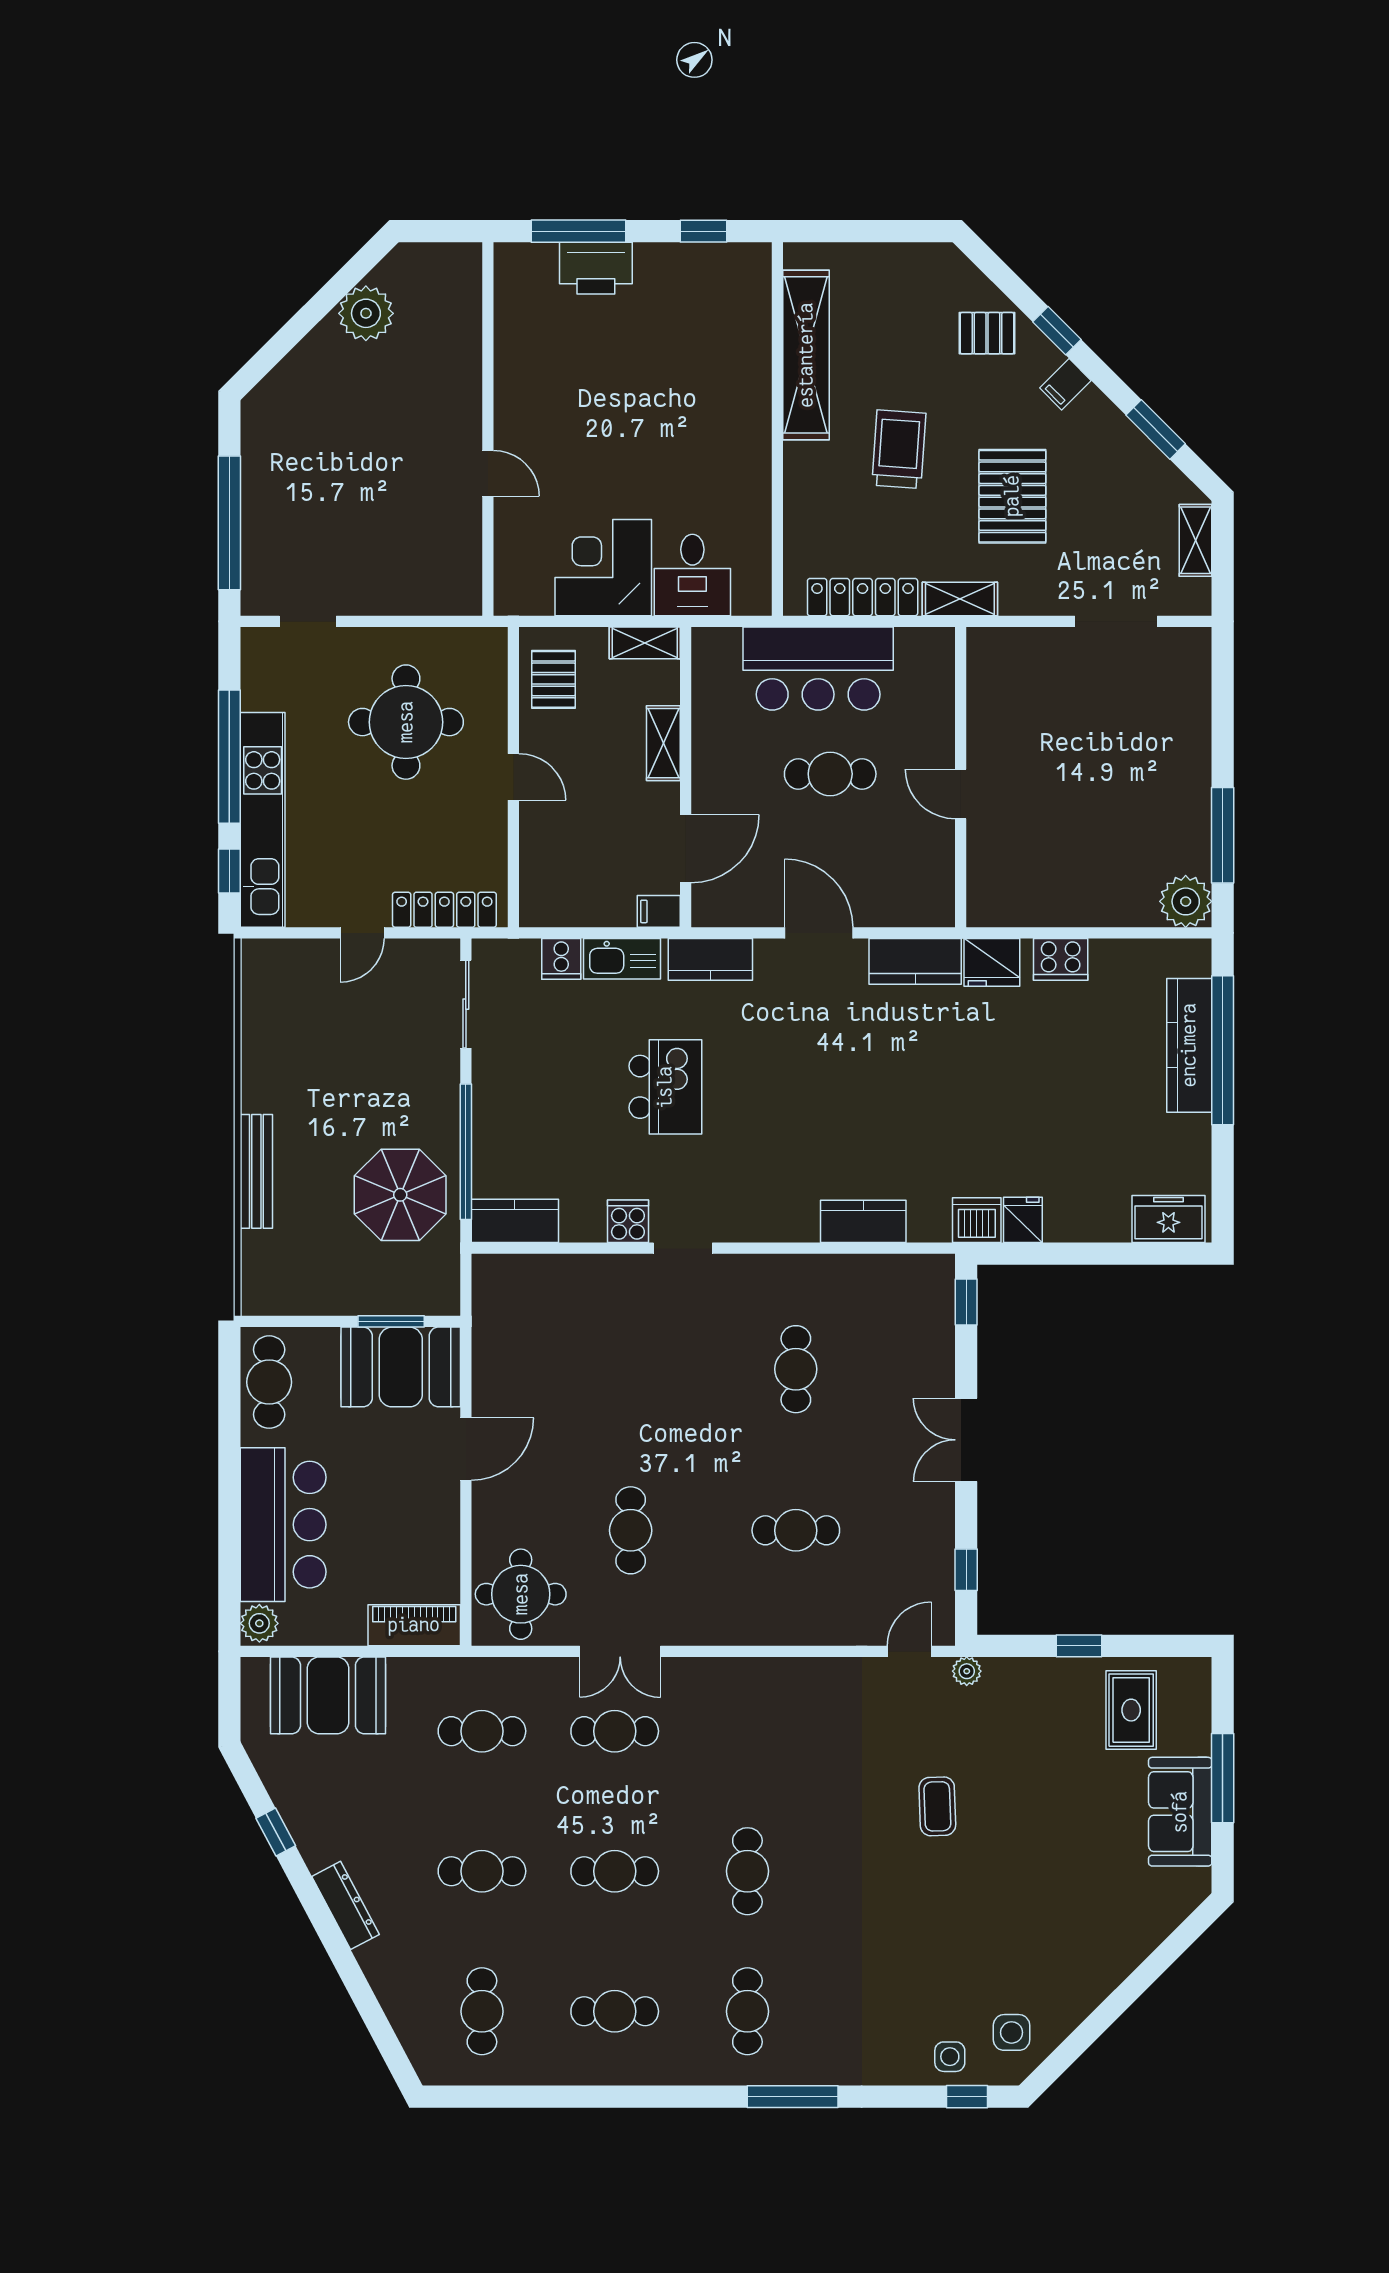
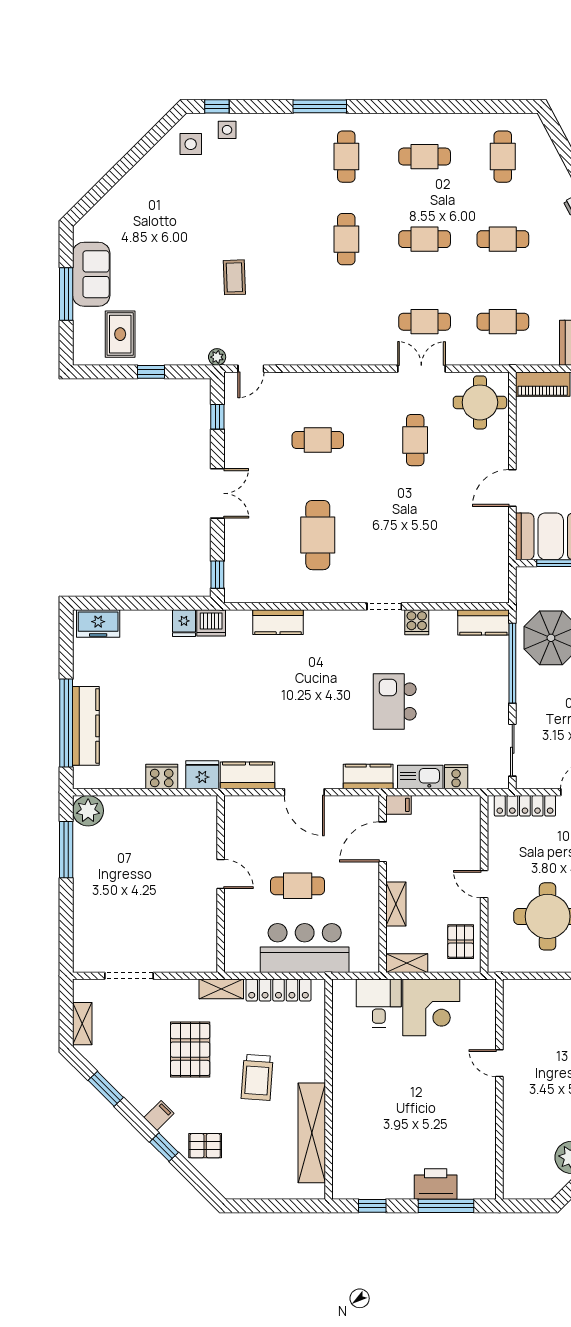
cafe table: (796, 1369) -> (318, 535), width x1.37, depth x1.35

